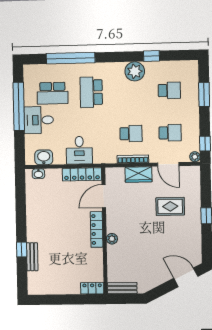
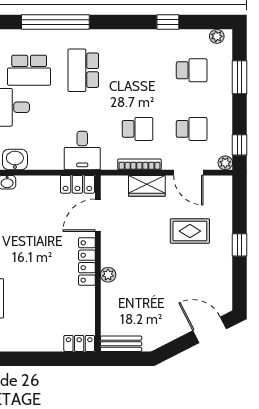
plant: (135, 71) -> (217, 36), moved, width x0.53, depth x0.53
desk: (79, 150) -> (82, 151), moved
locker: (82, 174) -> (77, 184), width x0.66

